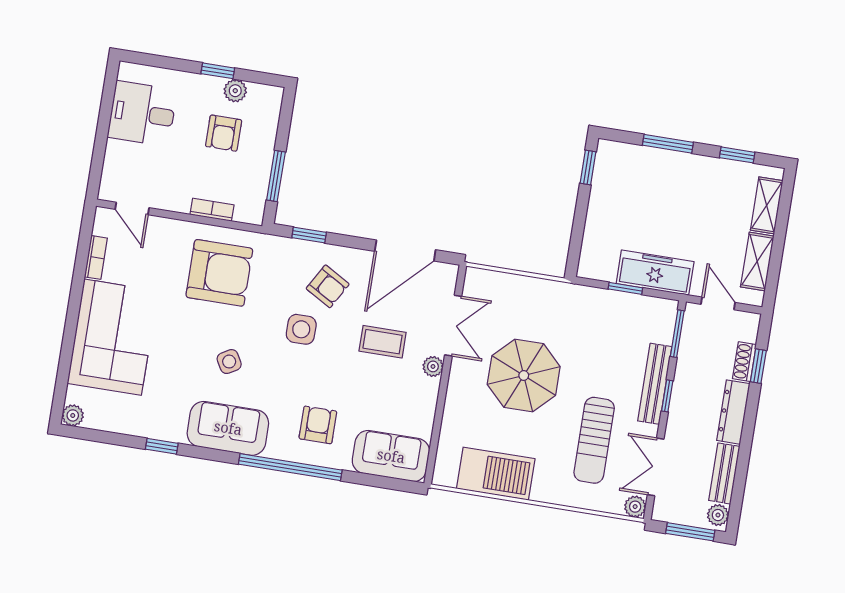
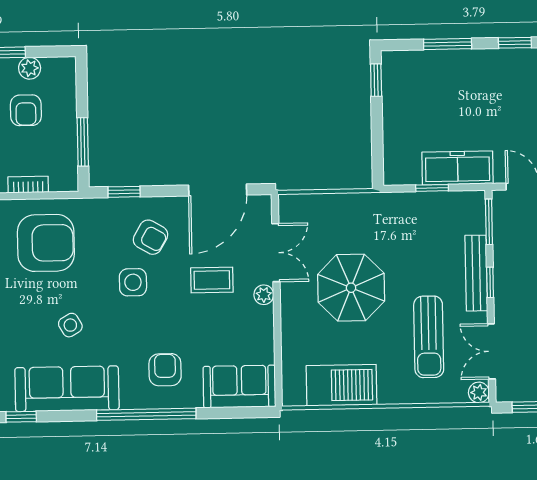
sofa: (228, 428) -> (67, 389), width x1.36

